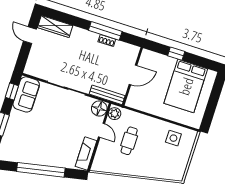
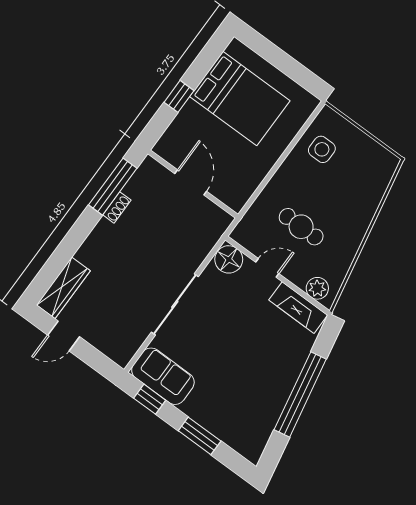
window: (105, 31) -> (113, 187), moved
bench: (107, 95) -> (210, 238), removed
plant: (115, 114) -> (317, 288), moved

